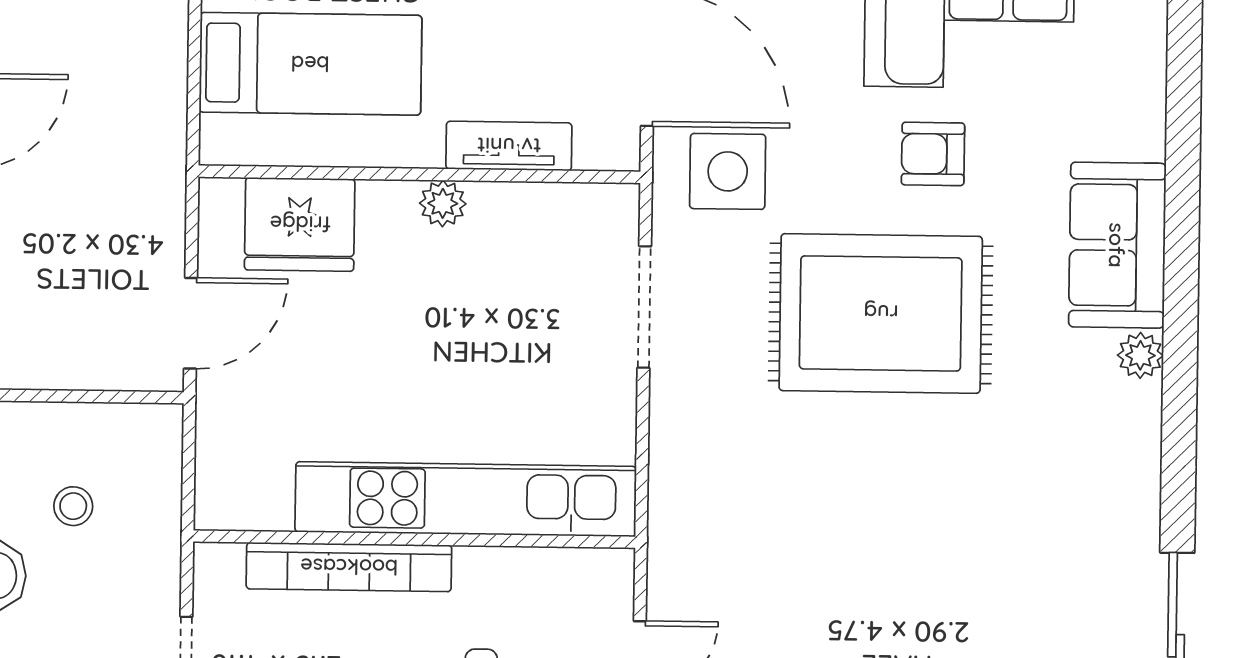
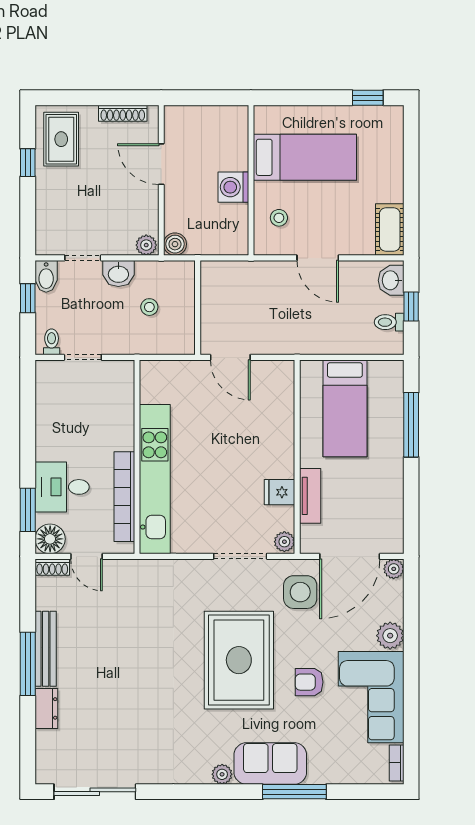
armchair: (933, 154) -> (309, 682), turned -90
window: (1182, 191) -> (294, 792), added
plant: (443, 203) -> (284, 542), moved
fridge: (300, 224) -> (279, 492), moved, width x0.53, depth x0.75
bookcase: (349, 567) -> (124, 497), moved

